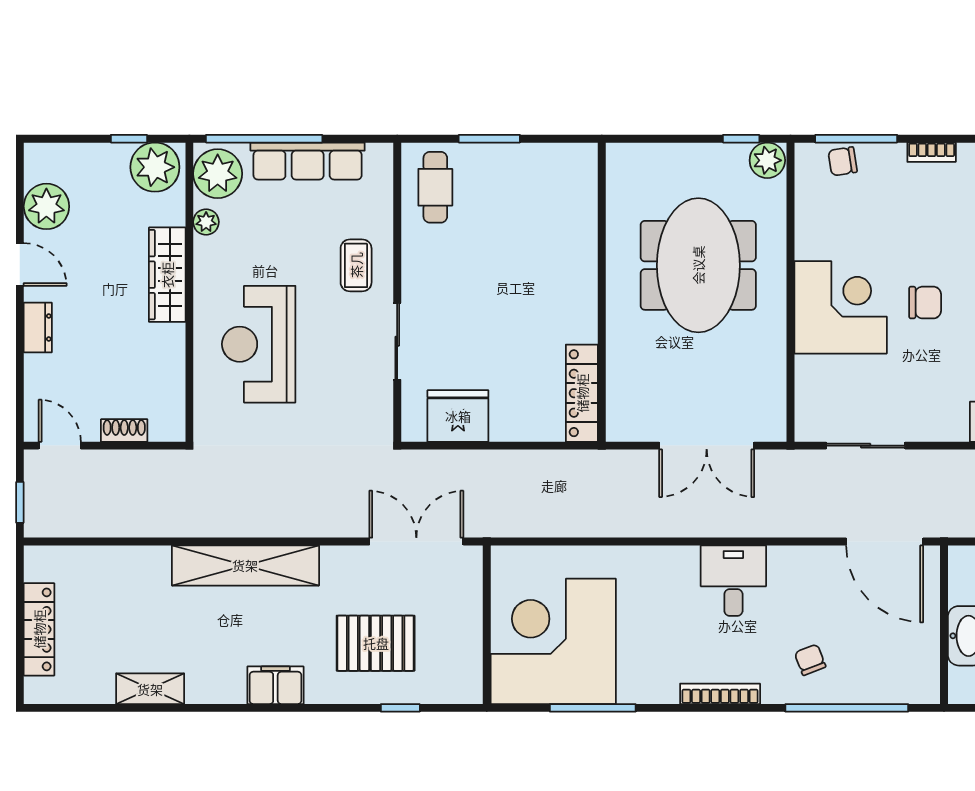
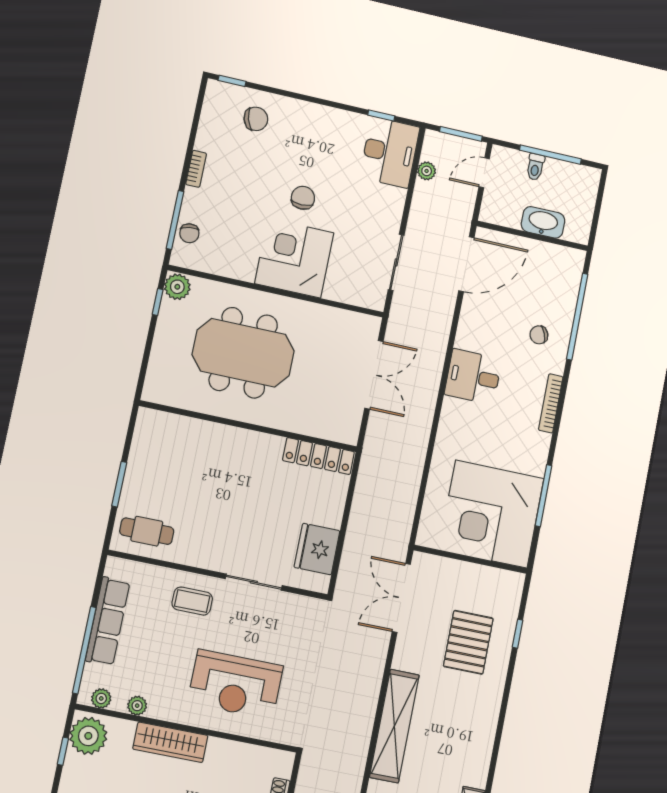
plant: (218, 174) -> (101, 698), width x0.53, depth x0.53
filing cabinet: (275, 685) -> (484, 721), removed

